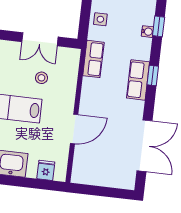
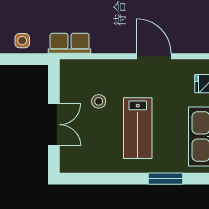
double door: (40, 39) -> (54, 125), moved

